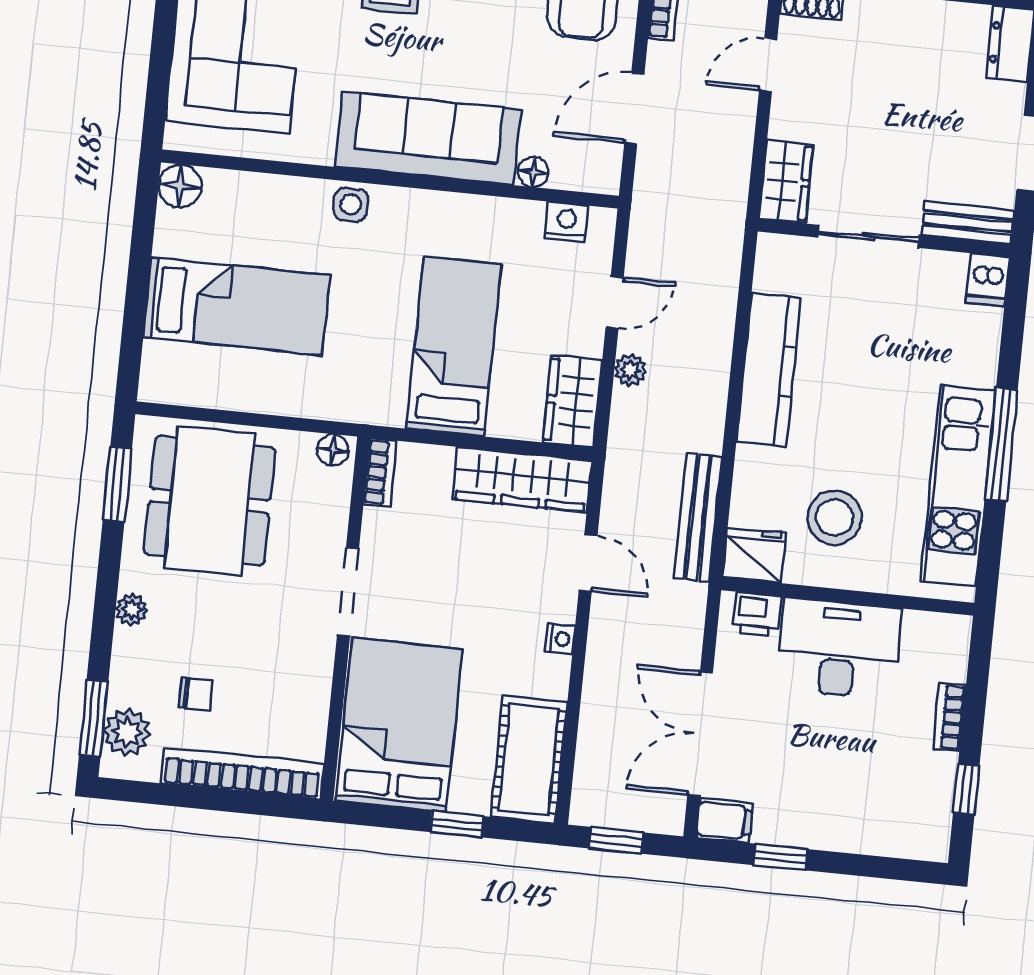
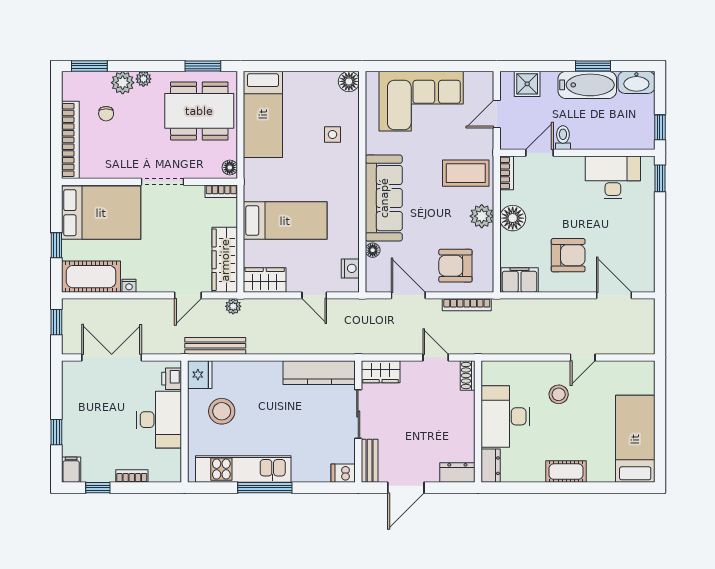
side table: (351, 205) -> (332, 134), moved
bed: (236, 306) -> (263, 114), moved
plant: (630, 370) -> (233, 306), moved
kitchen counter: (769, 370) -> (319, 373), moved
nightstand: (560, 639) -> (129, 286), moved
plant: (127, 732) -> (123, 83), moved
filing cabinet: (724, 821) -> (71, 470), moved, turned 180
window: (780, 857) -> (56, 432), moved

